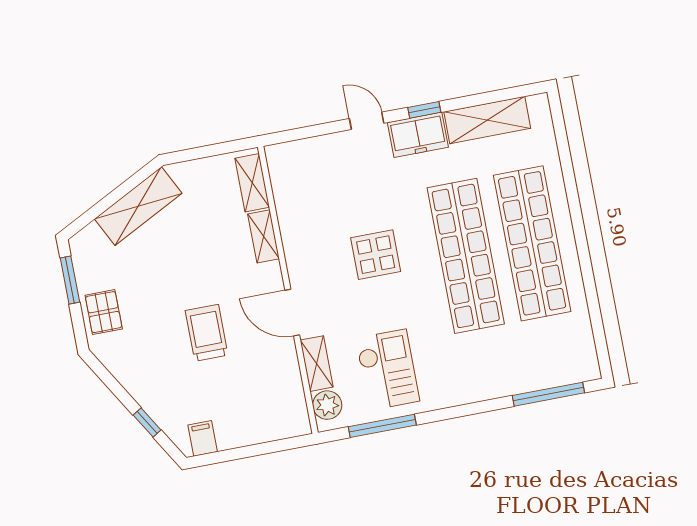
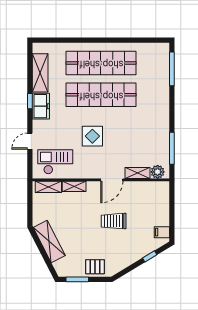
door: (367, 121) -> (30, 141), moved
checkout: (387, 370) -> (55, 162), moved

